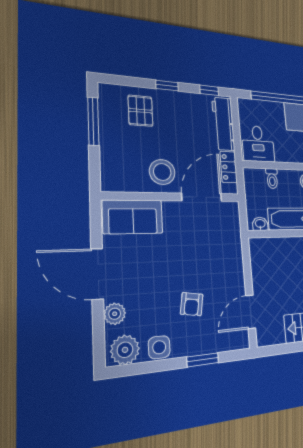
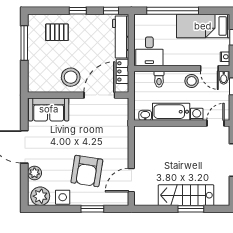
pallet: (140, 111) -> (57, 32), turned 90
armchair: (192, 304) -> (87, 171), width x1.88, depth x1.88

